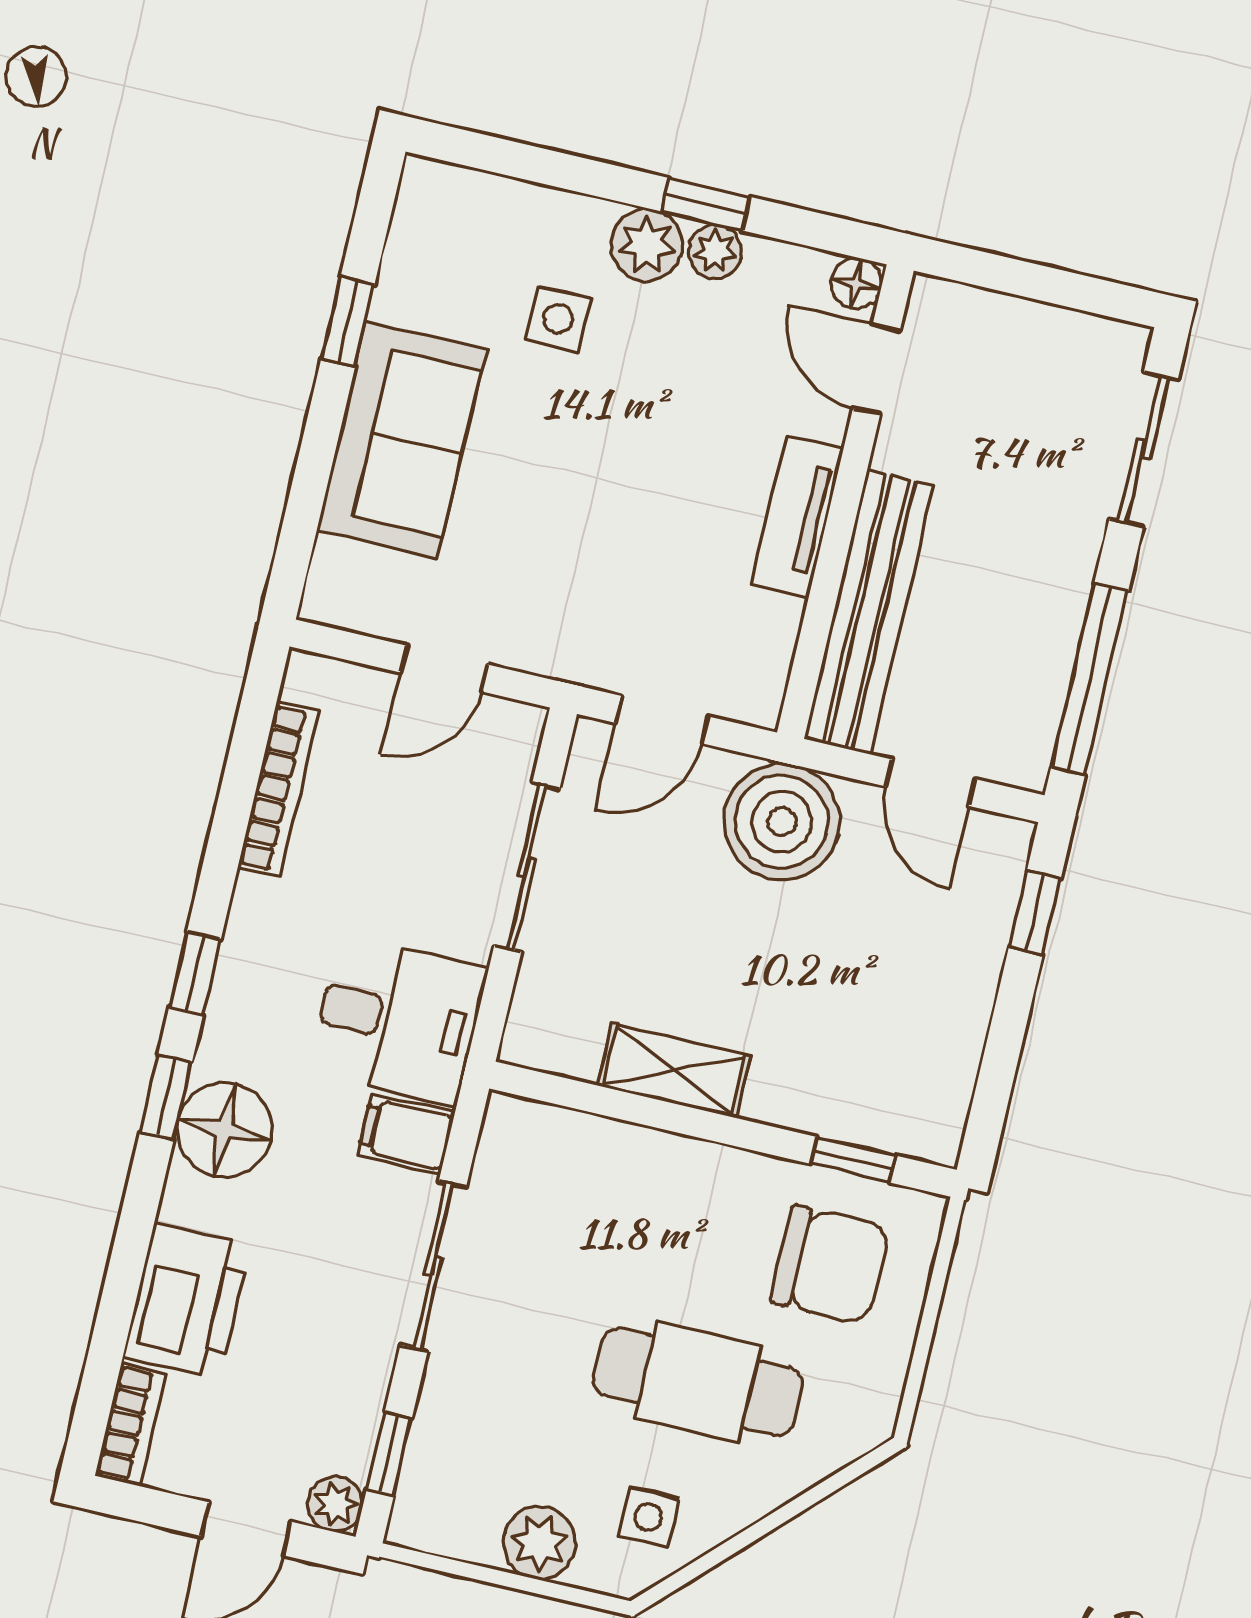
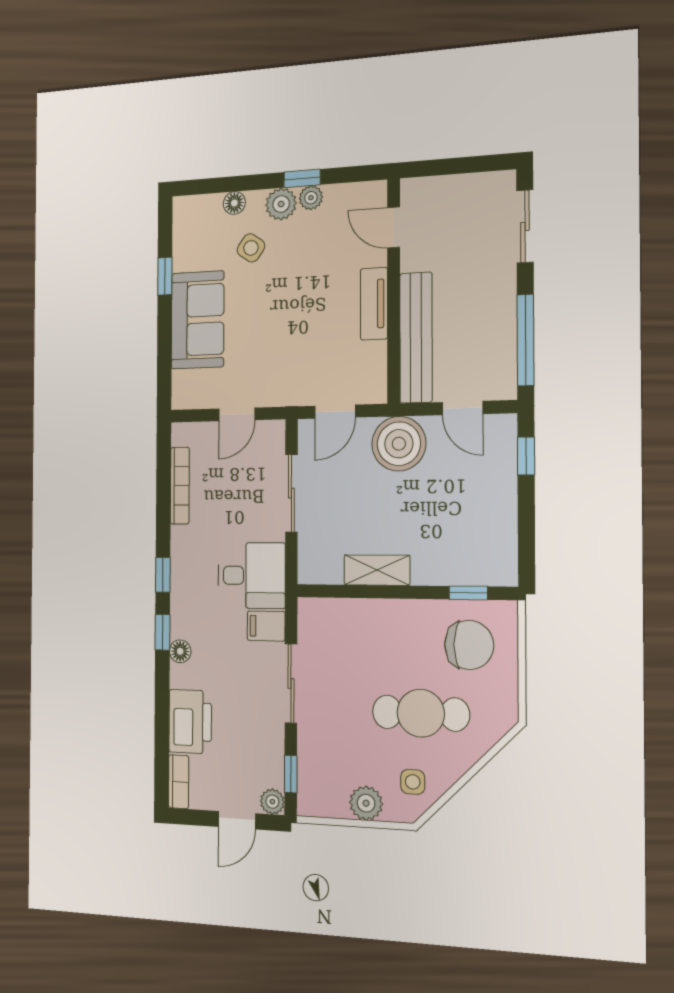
floor lamp: (856, 283) -> (234, 203), moved
side table: (558, 319) -> (251, 248), turned 35
floor lamp: (225, 1130) -> (180, 651), width x0.53, depth x0.53

